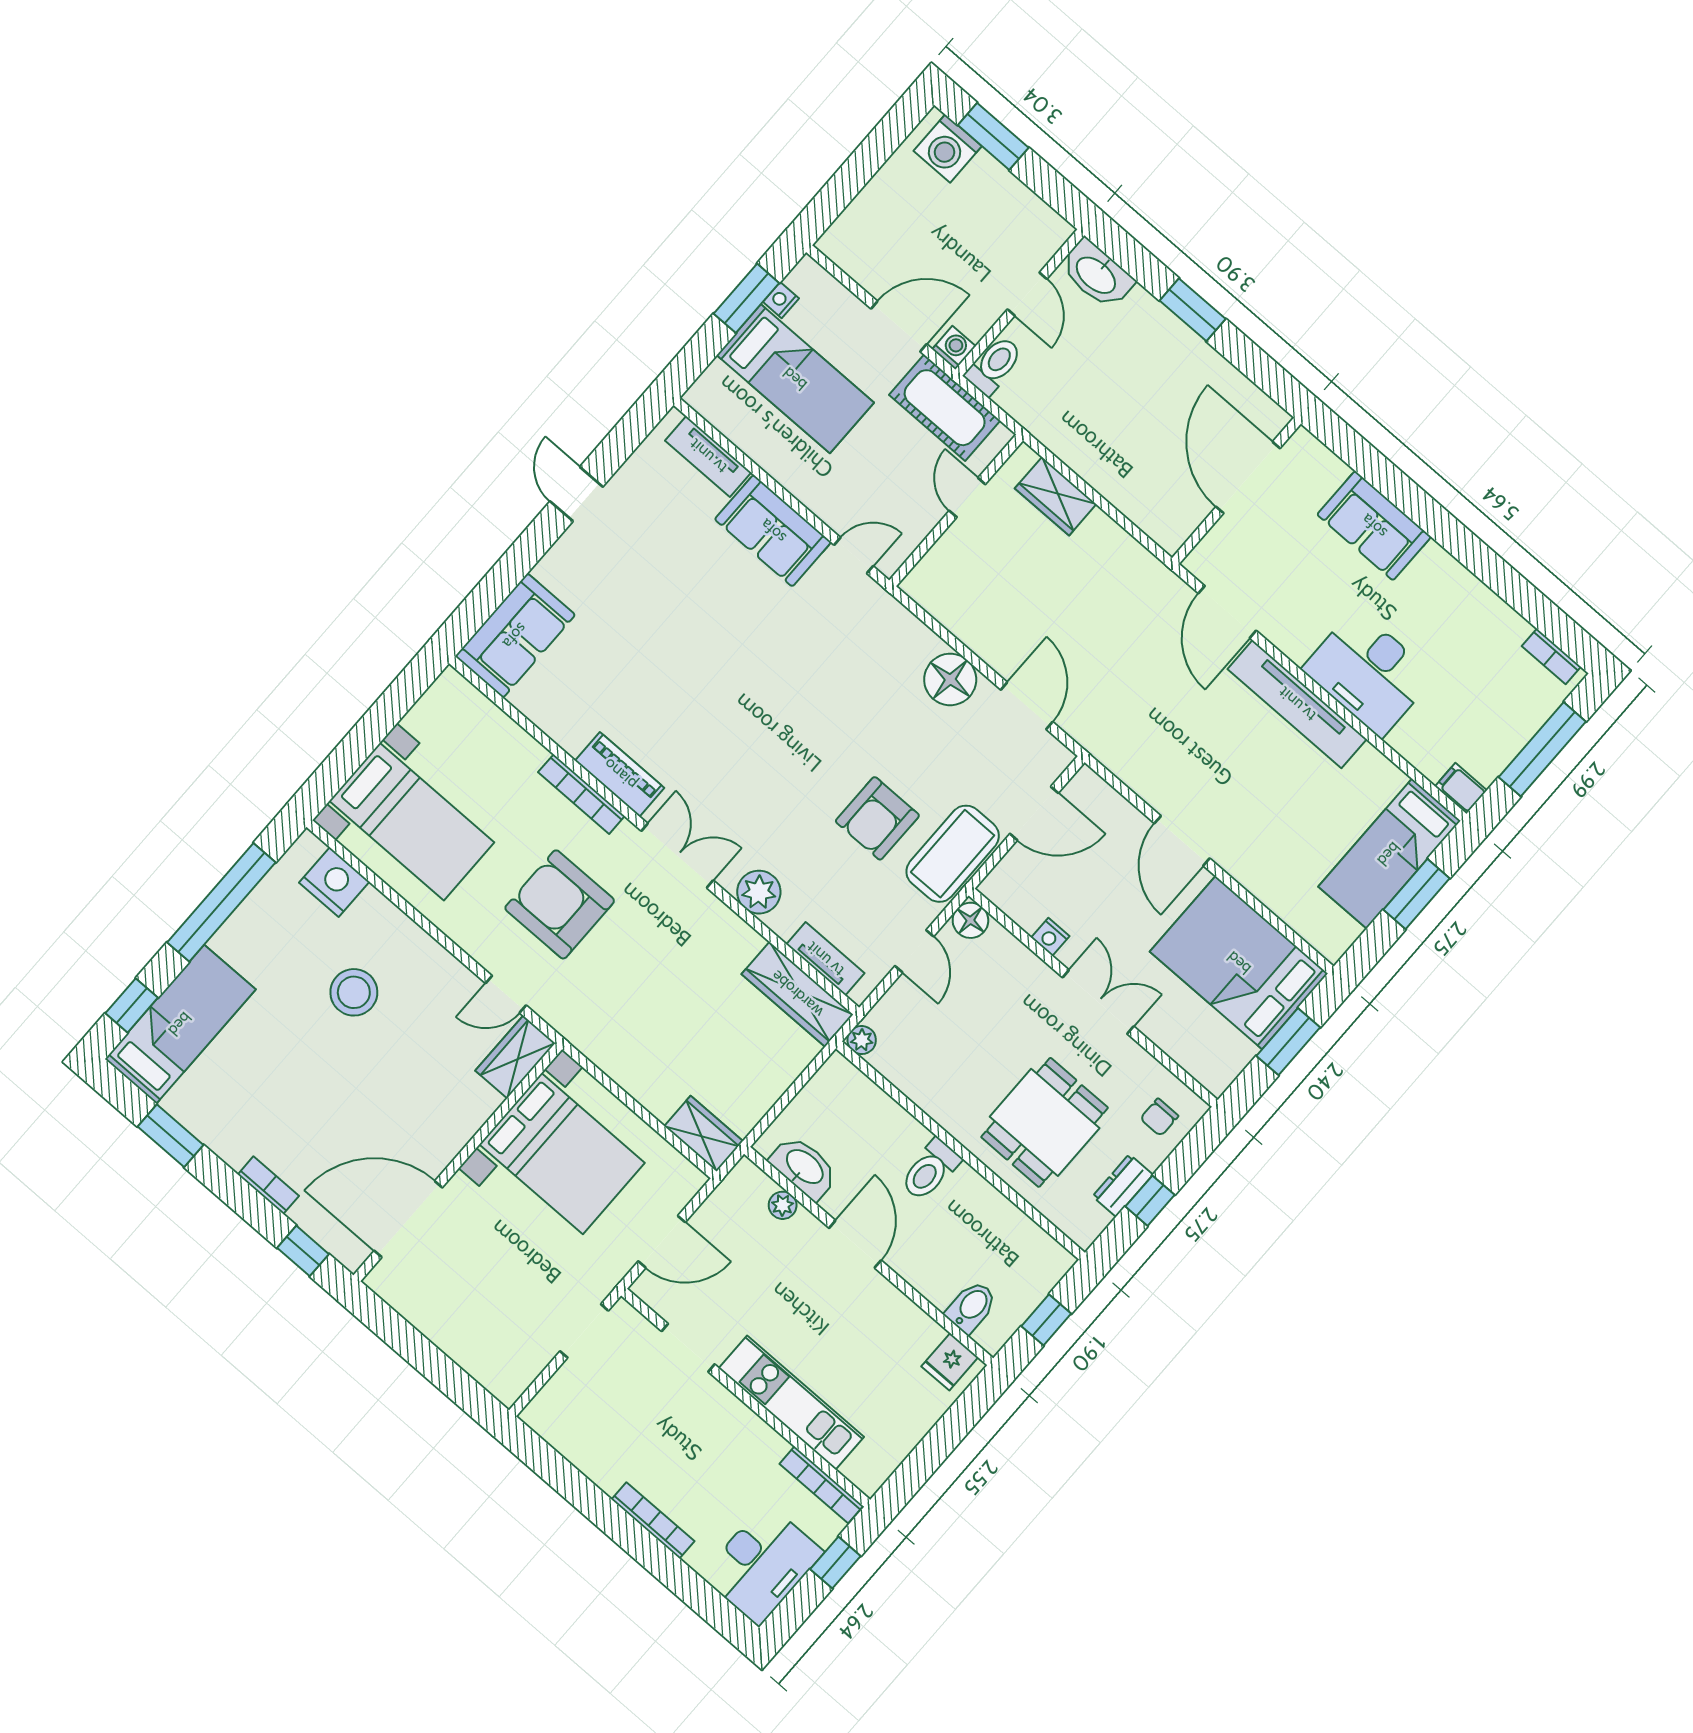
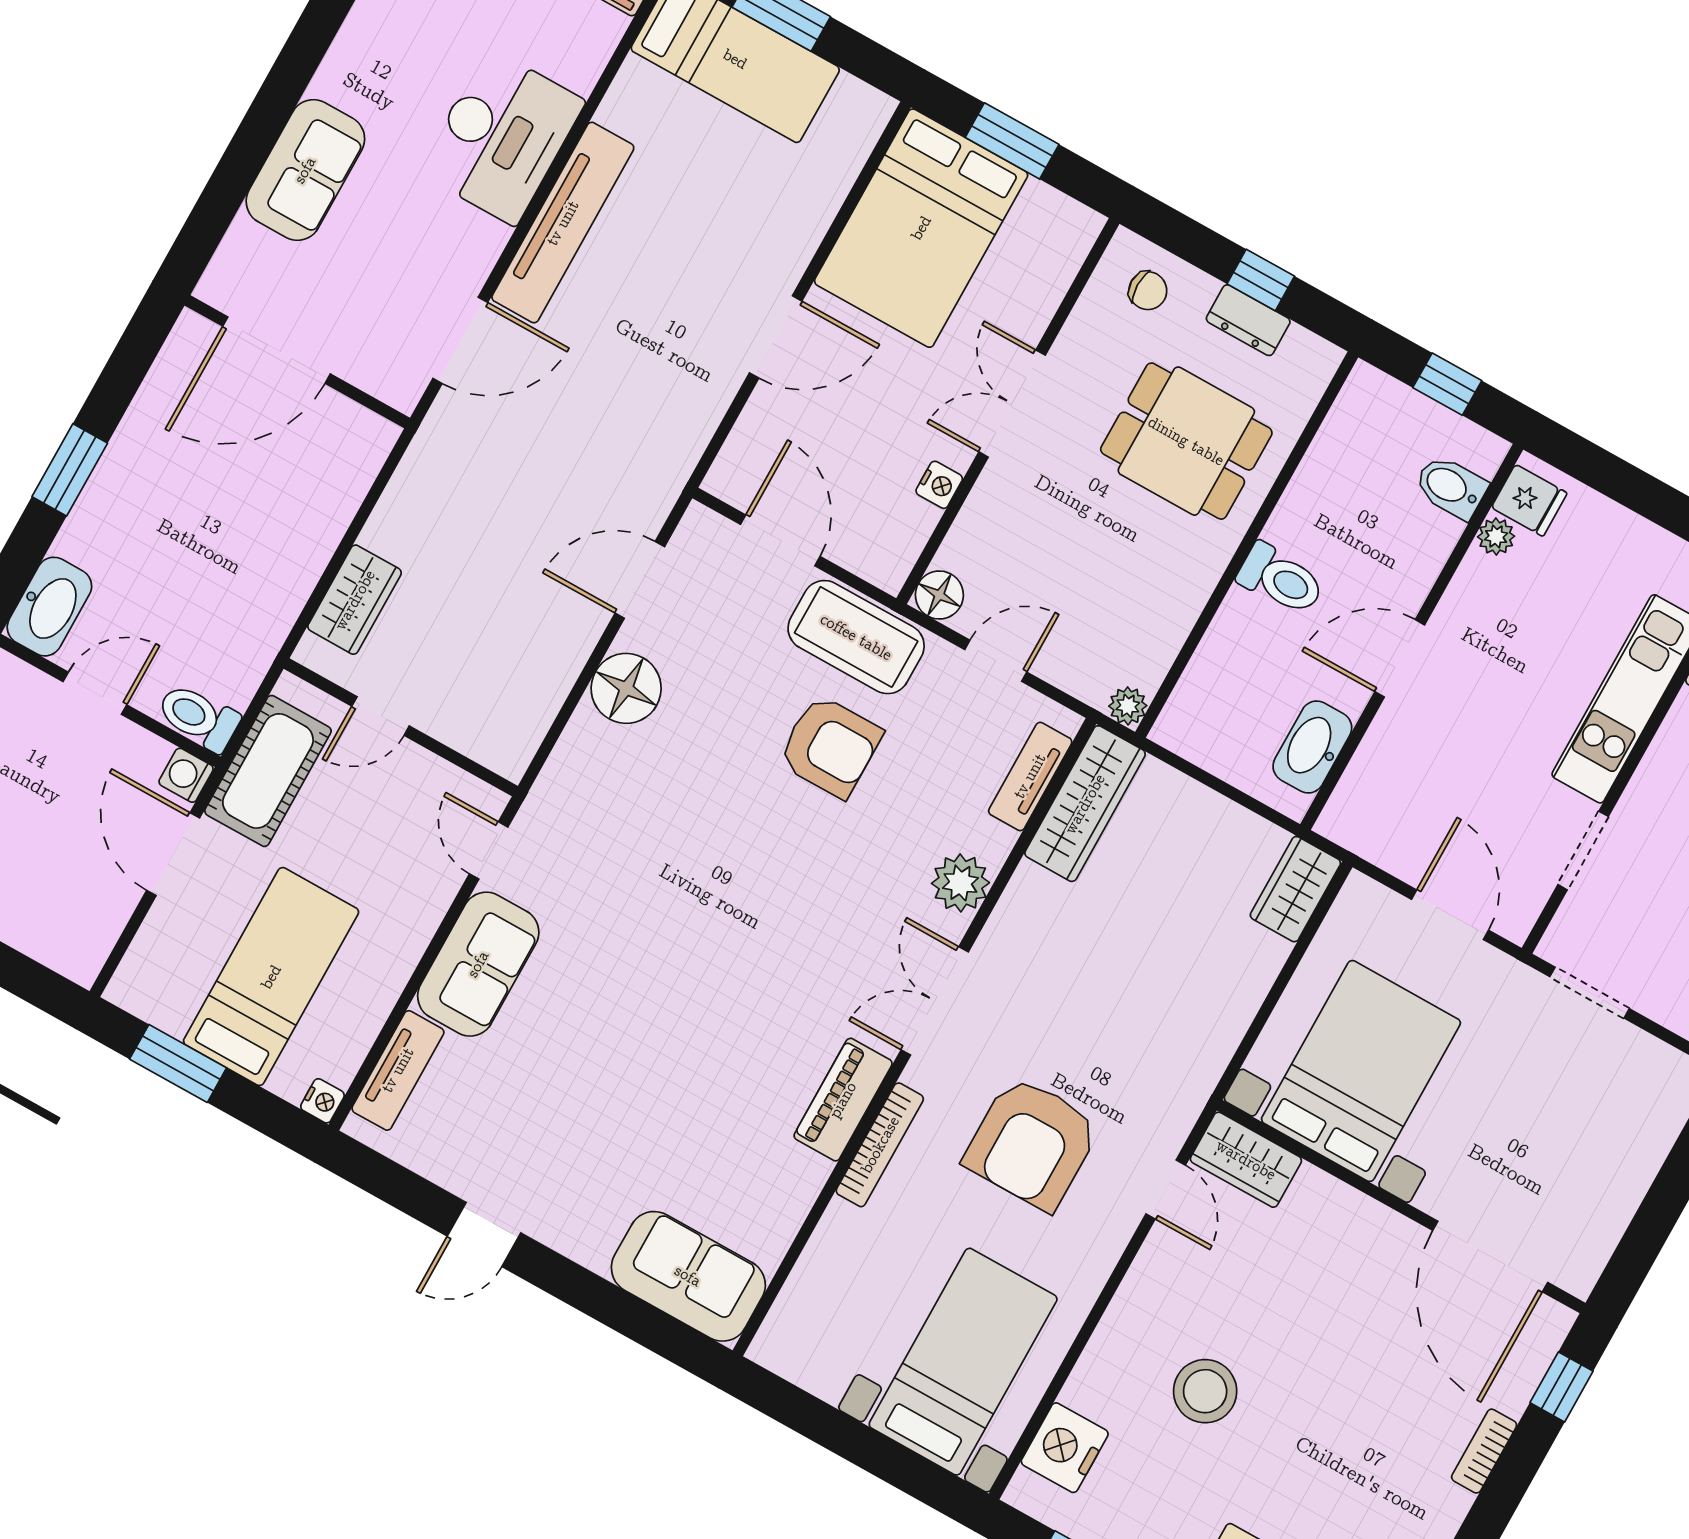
nightstand: (781, 300) -> (322, 1101), moved, turned -90
plant: (783, 1205) -> (1496, 536), moved

